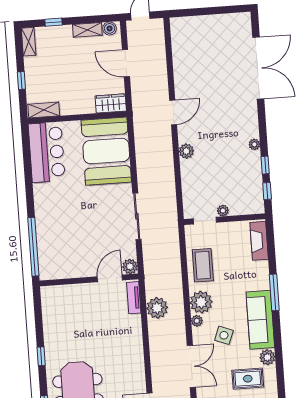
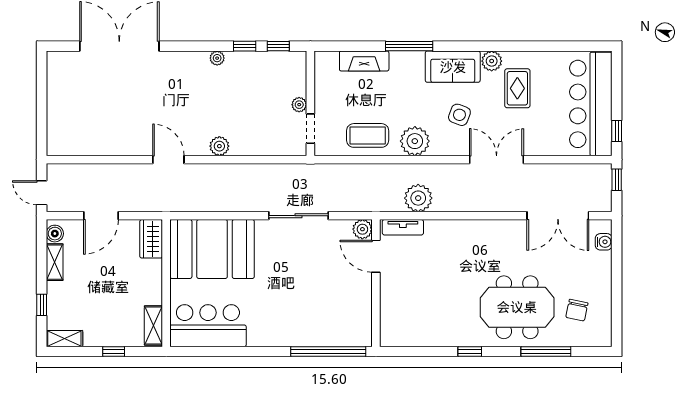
fireplace: (259, 241) -> (364, 61), moved
sofa: (260, 320) -> (453, 67), width x0.73
plant: (197, 321) -> (438, 148), removed

